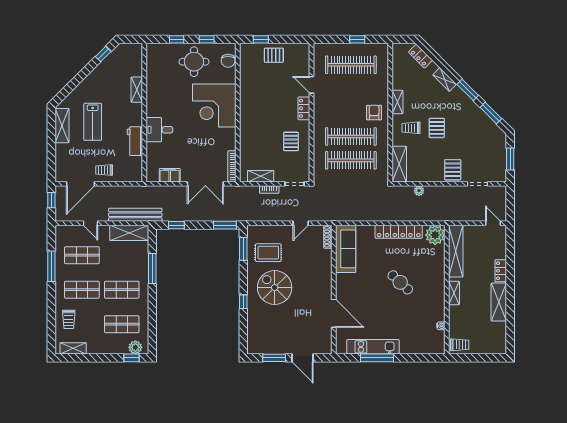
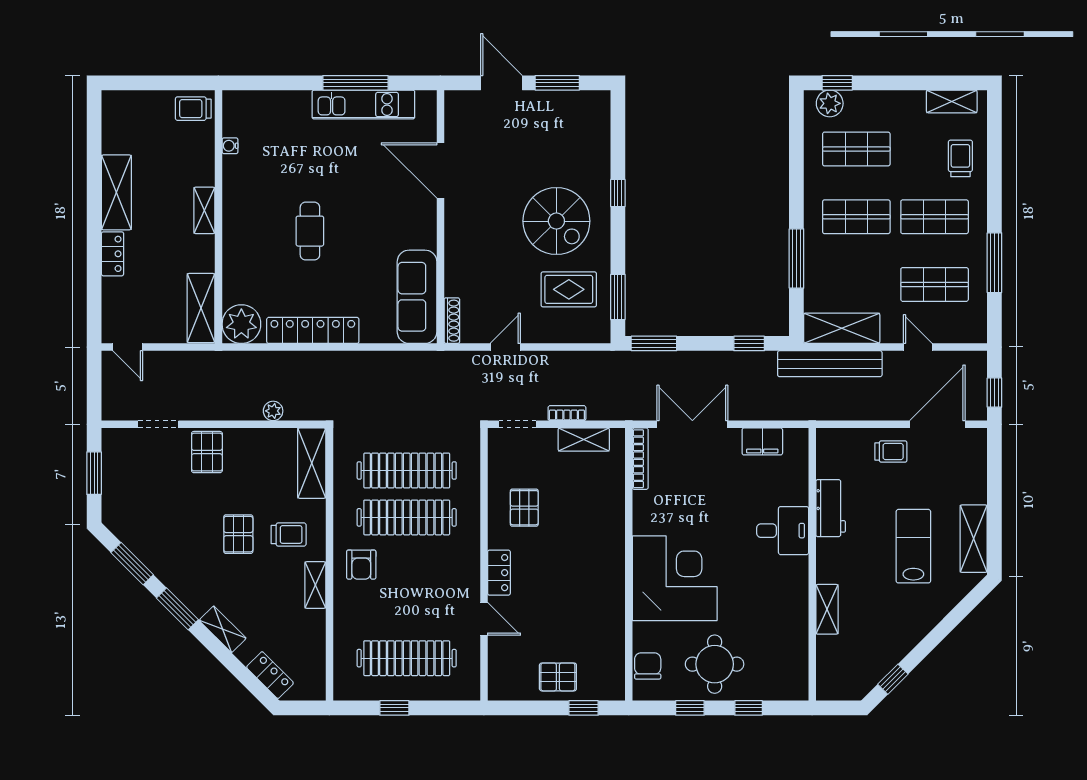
shelving: (456, 251) -> (201, 308), width x0.68
cafe table: (400, 282) -> (310, 231), turned 47

